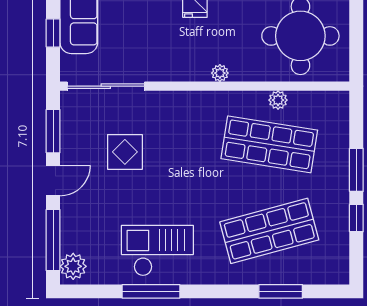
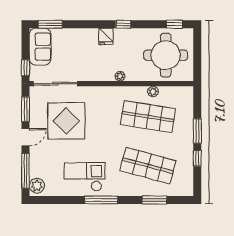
window: (53, 33) -> (26, 68), moved
display table: (125, 152) -> (66, 121), width x1.86, depth x1.86
shop shelf: (269, 231) -> (148, 166), turned 30
window: (151, 291) -> (101, 200), moved

